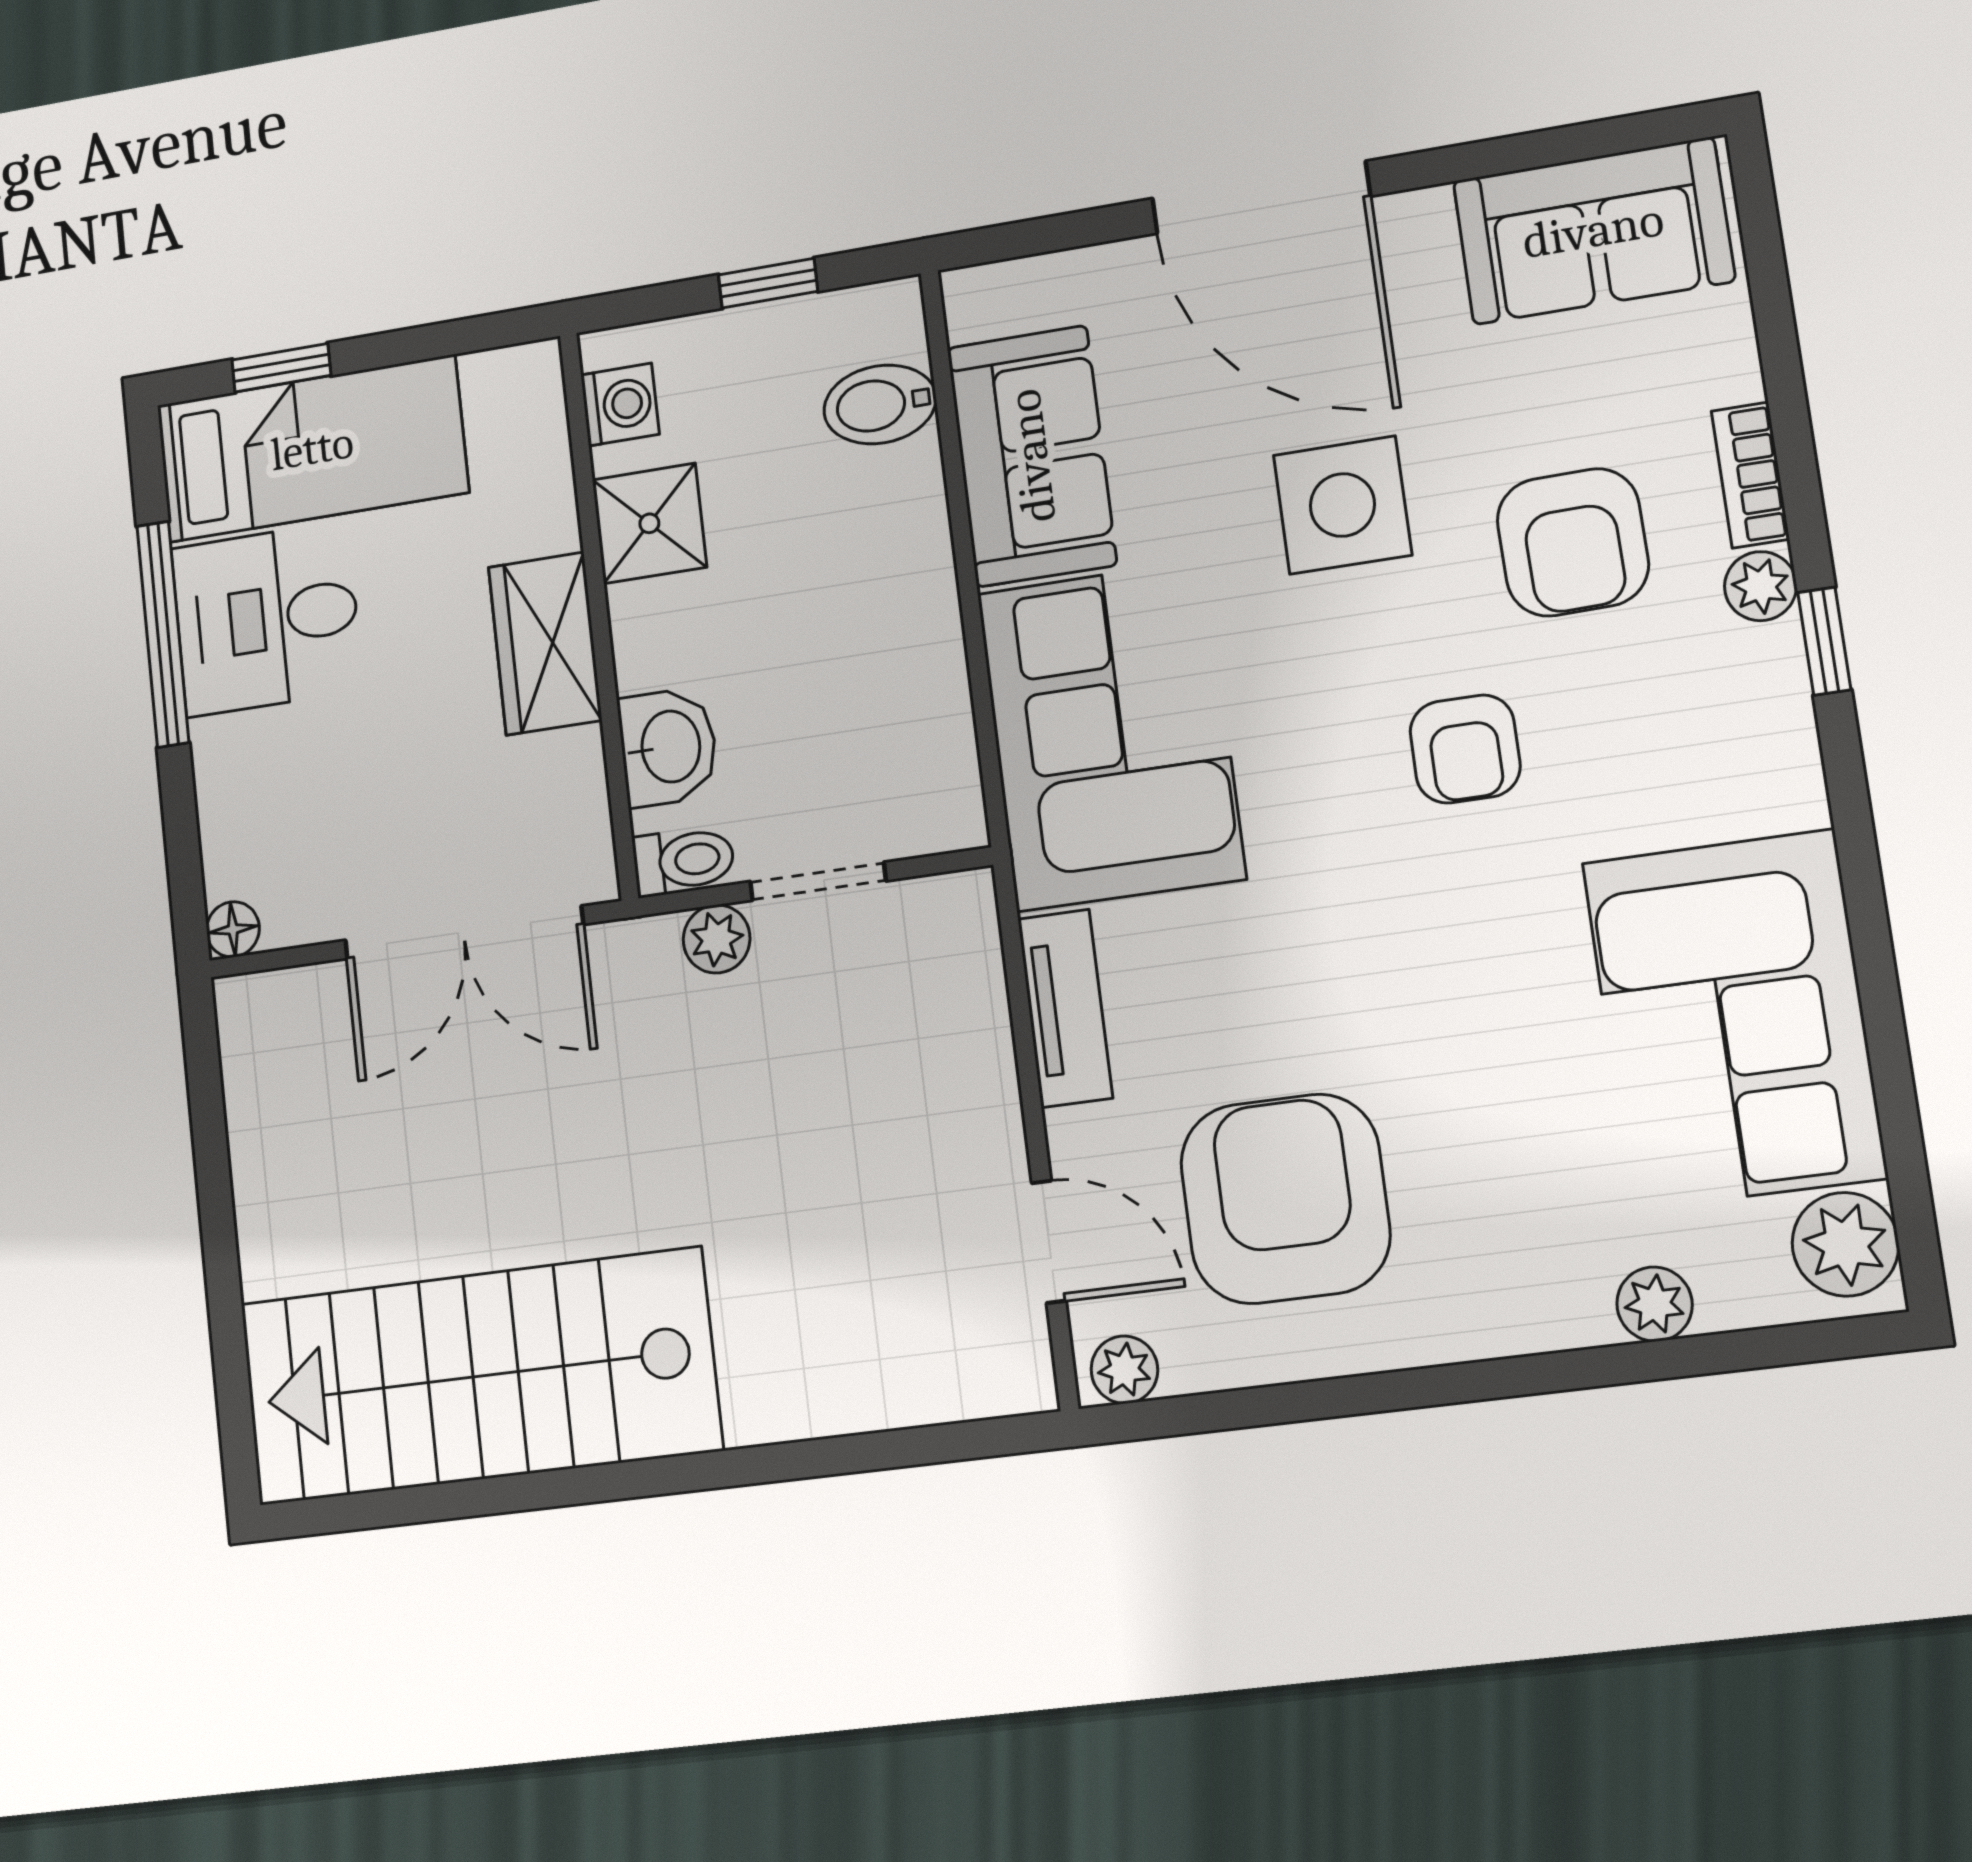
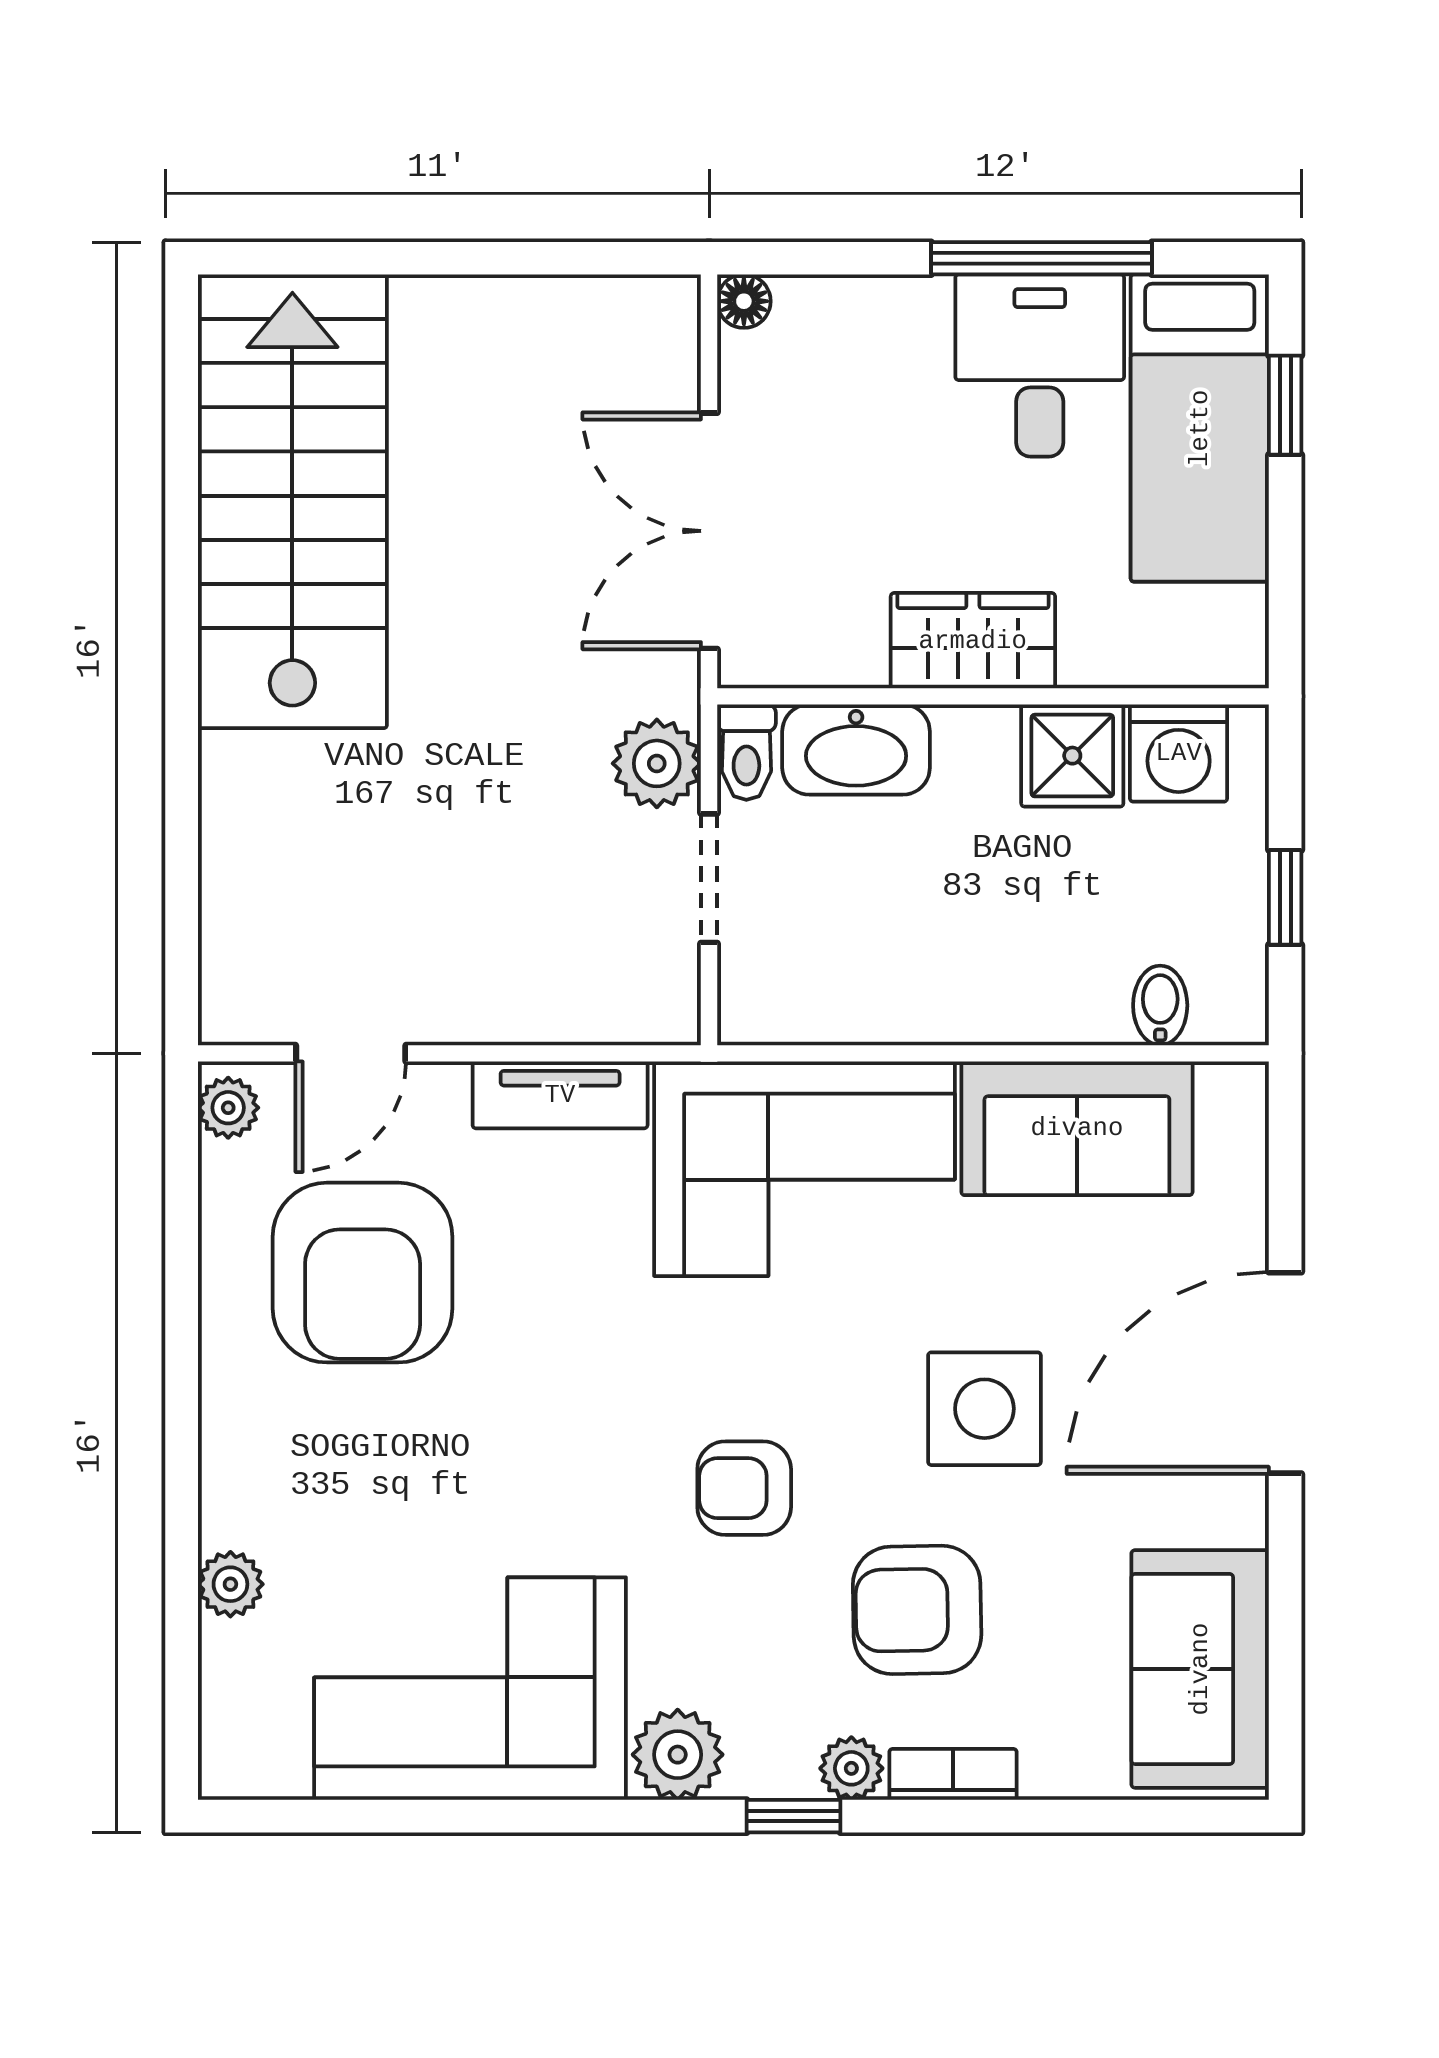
bidet: (880, 404) -> (1160, 1005), width x0.72, depth x0.74
washing machine: (620, 405) -> (1179, 753), width x1.38, depth x1.38
washbasin: (668, 747) -> (856, 750), width x1.38
plant: (717, 939) -> (657, 763), width x1.38, depth x1.38
armchair: (1285, 1199) -> (363, 1273), turned 90
plant: (1845, 1244) -> (678, 1755), moved

